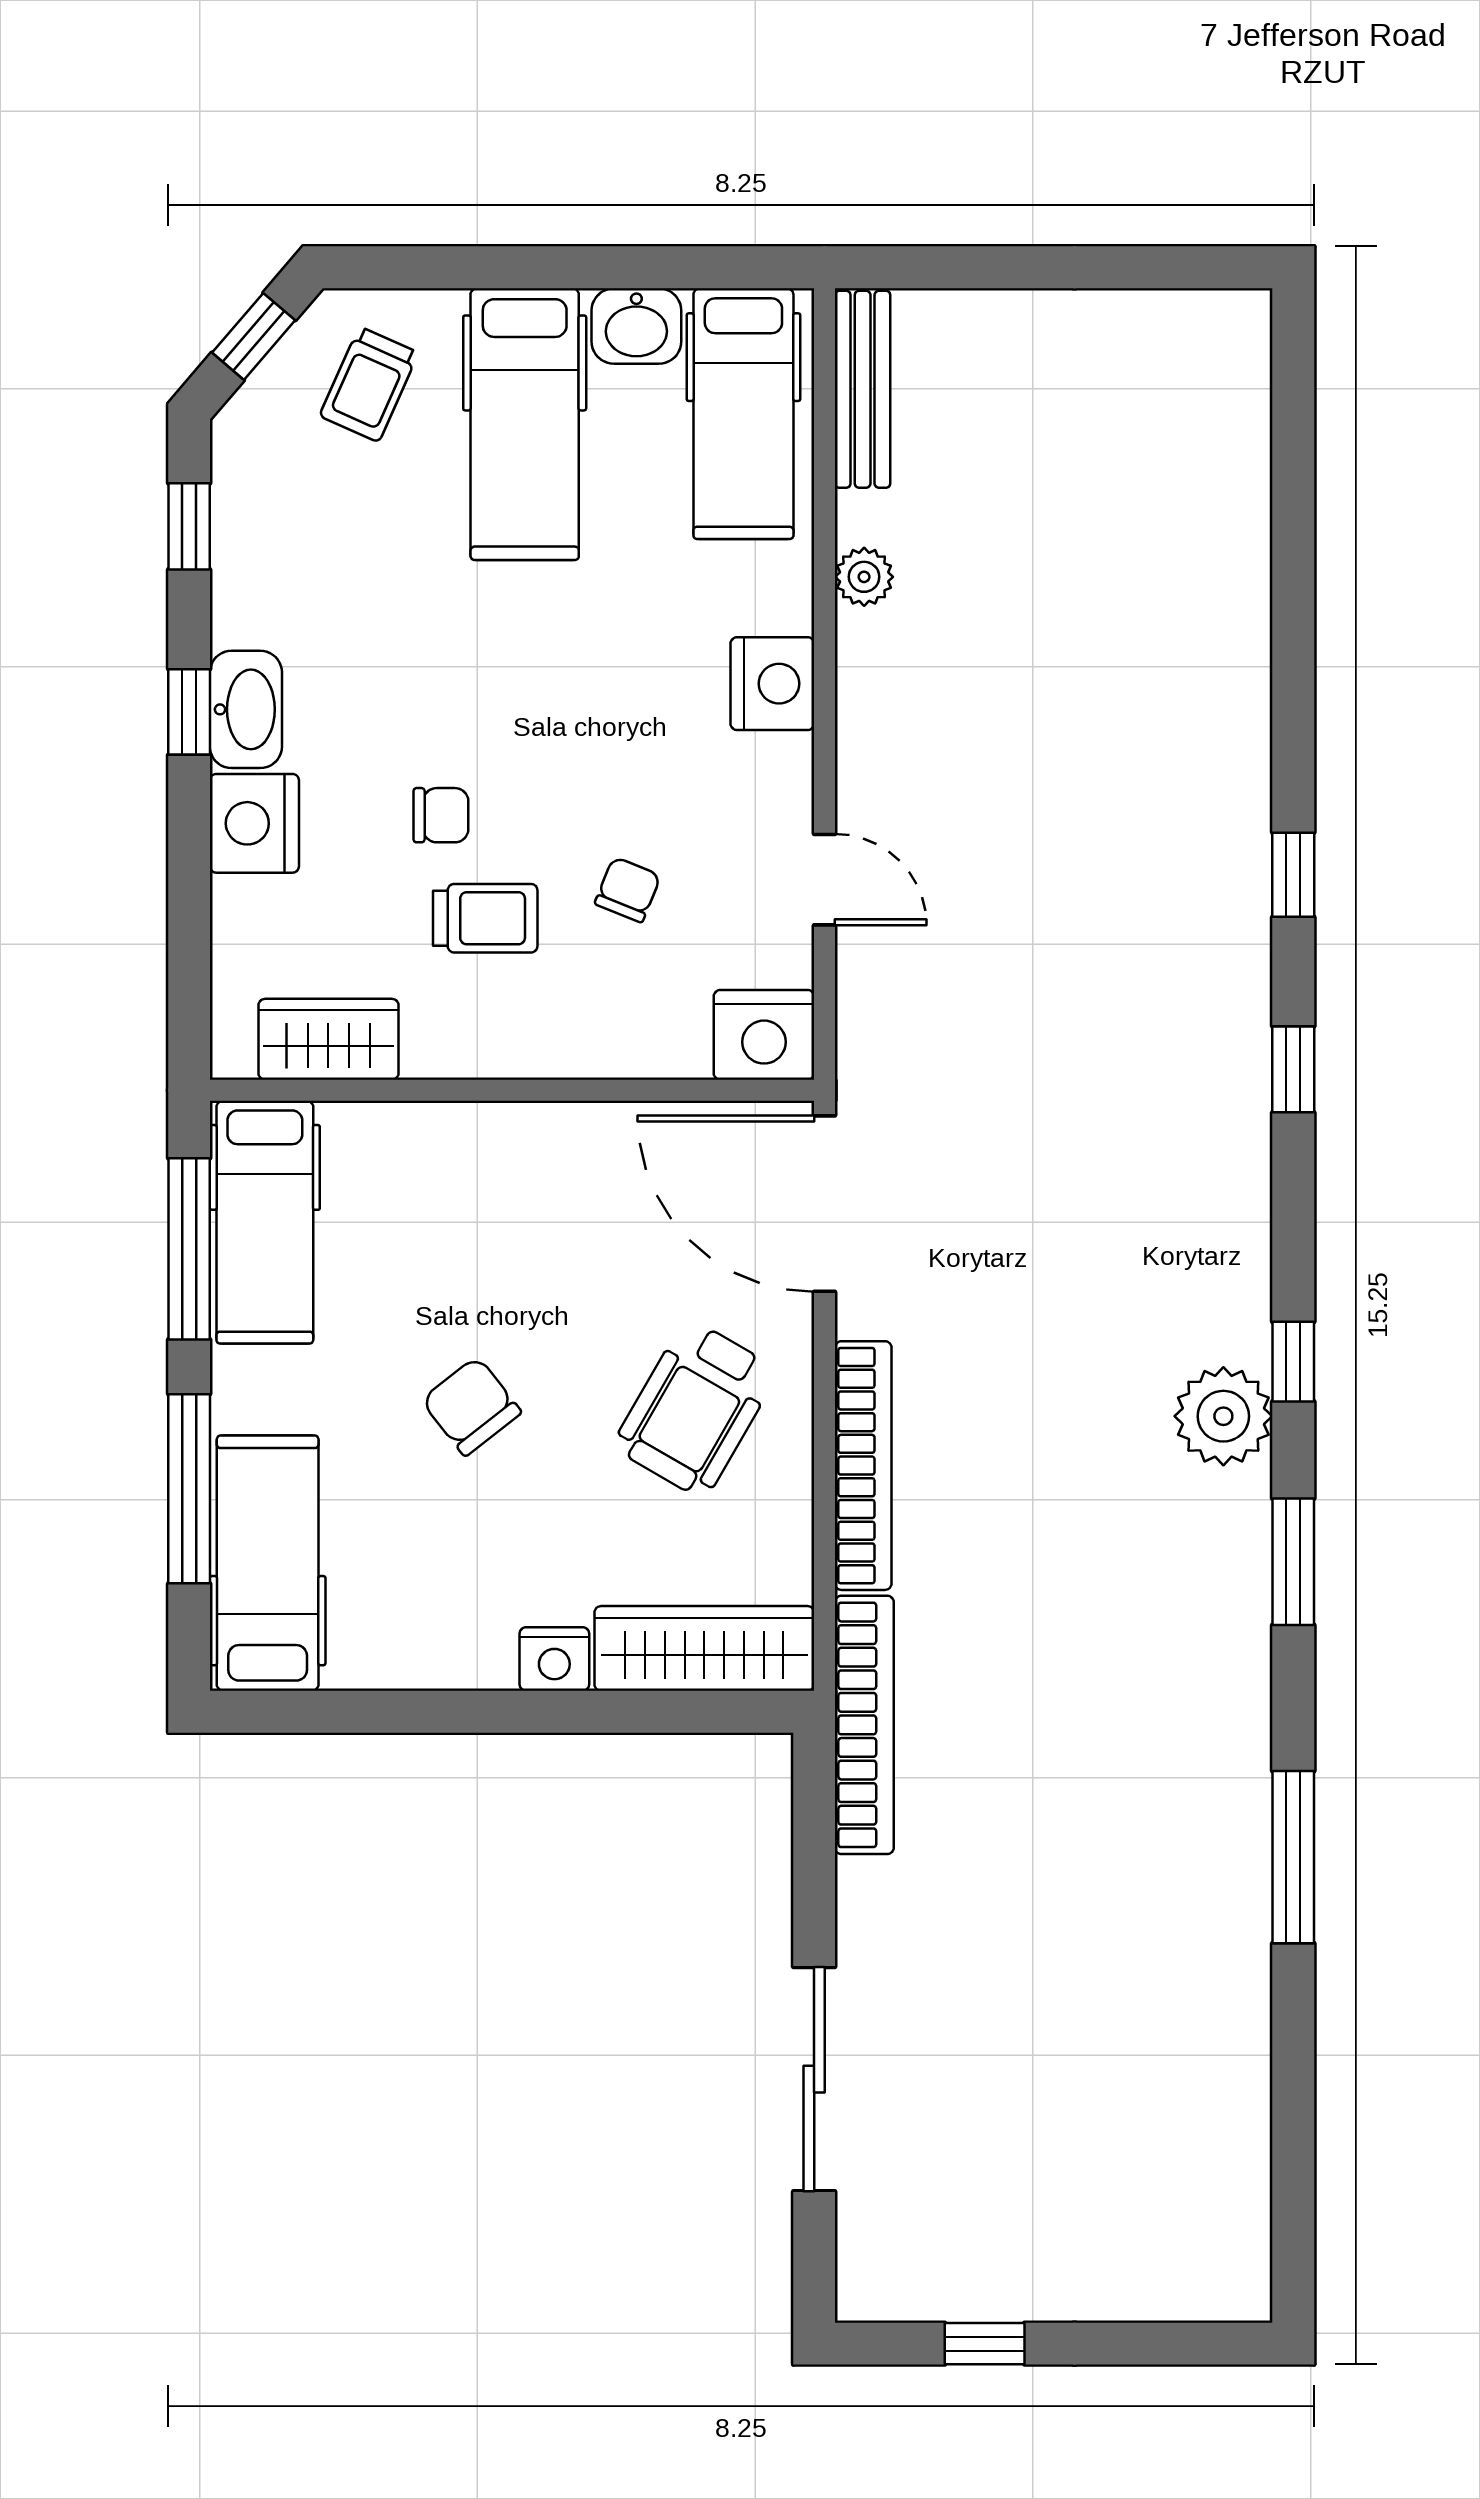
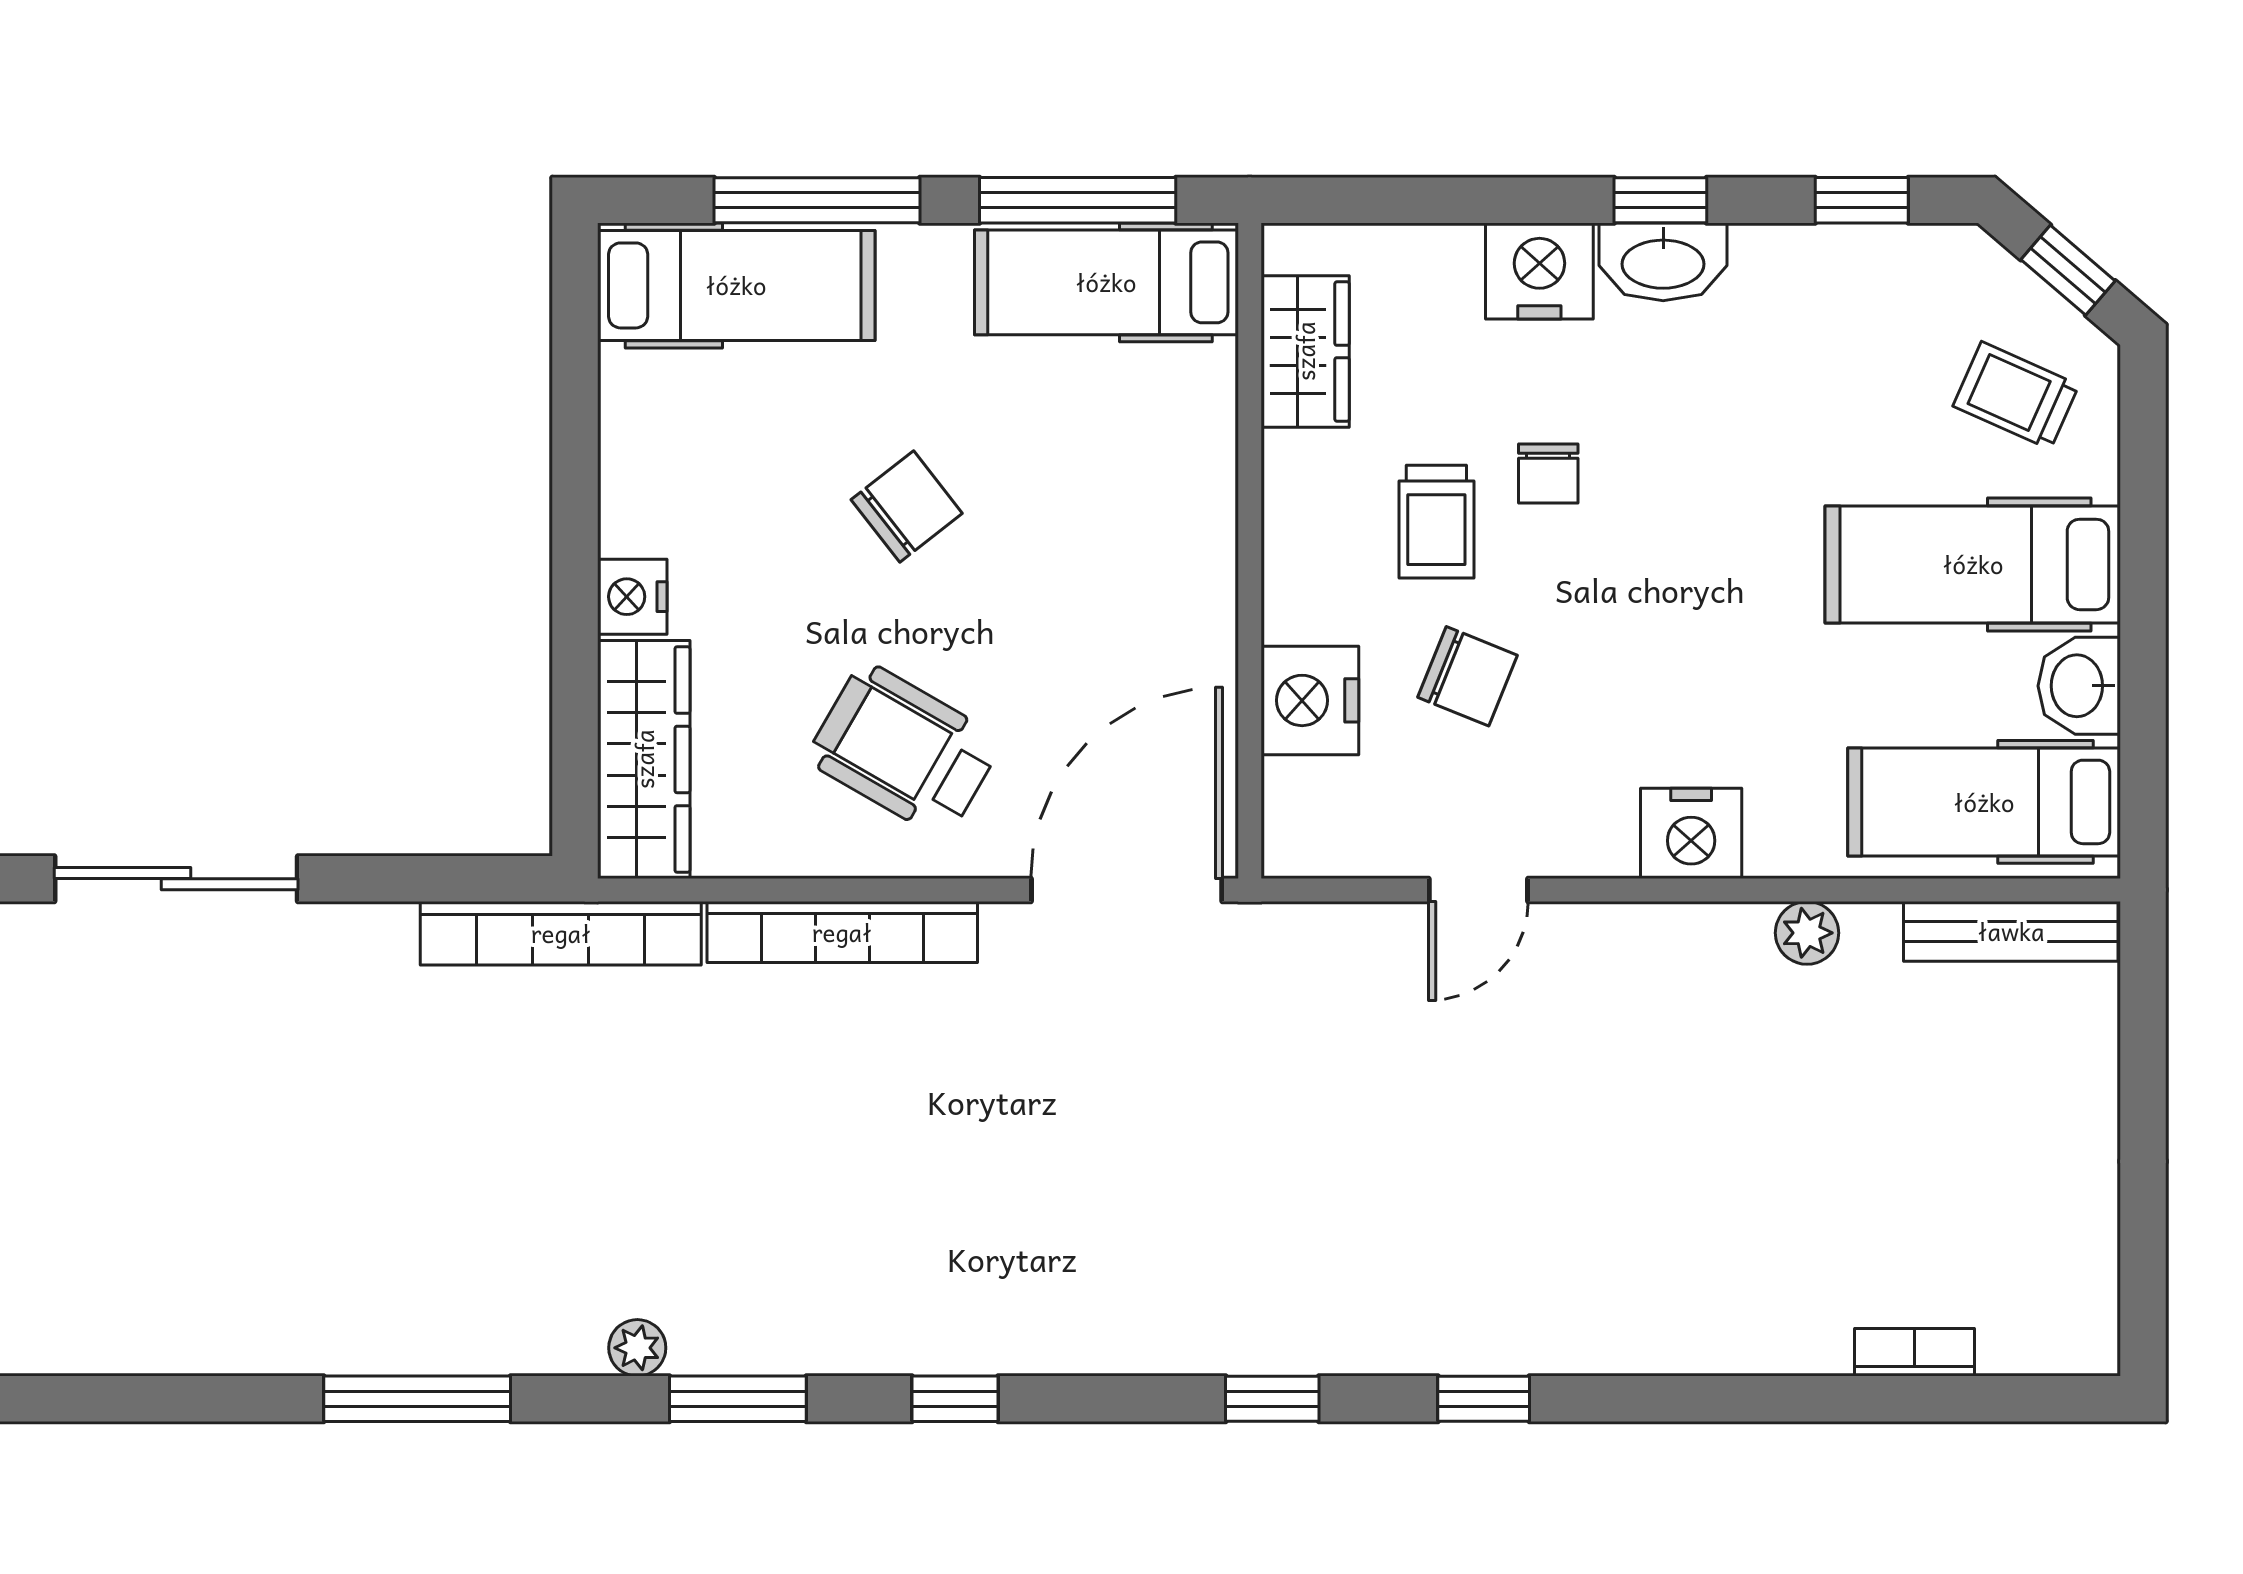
bookcase: (1250, 478) -> (1915, 1352), added
chair: (628, 890) -> (1467, 676), width x1.37, depth x1.37
nightstand: (764, 1035) -> (1310, 700), moved
plant: (1223, 1416) -> (637, 1348), moved, width x0.53, depth x0.53

